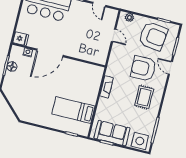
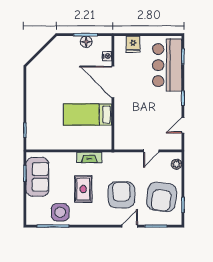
fridge: (21, 39) -> (133, 44), moved
rug: (144, 97) -> (83, 189), moved, turned 90
bed: (73, 110) -> (88, 115), moved, turned -90
side table: (140, 141) -> (60, 212), moved

